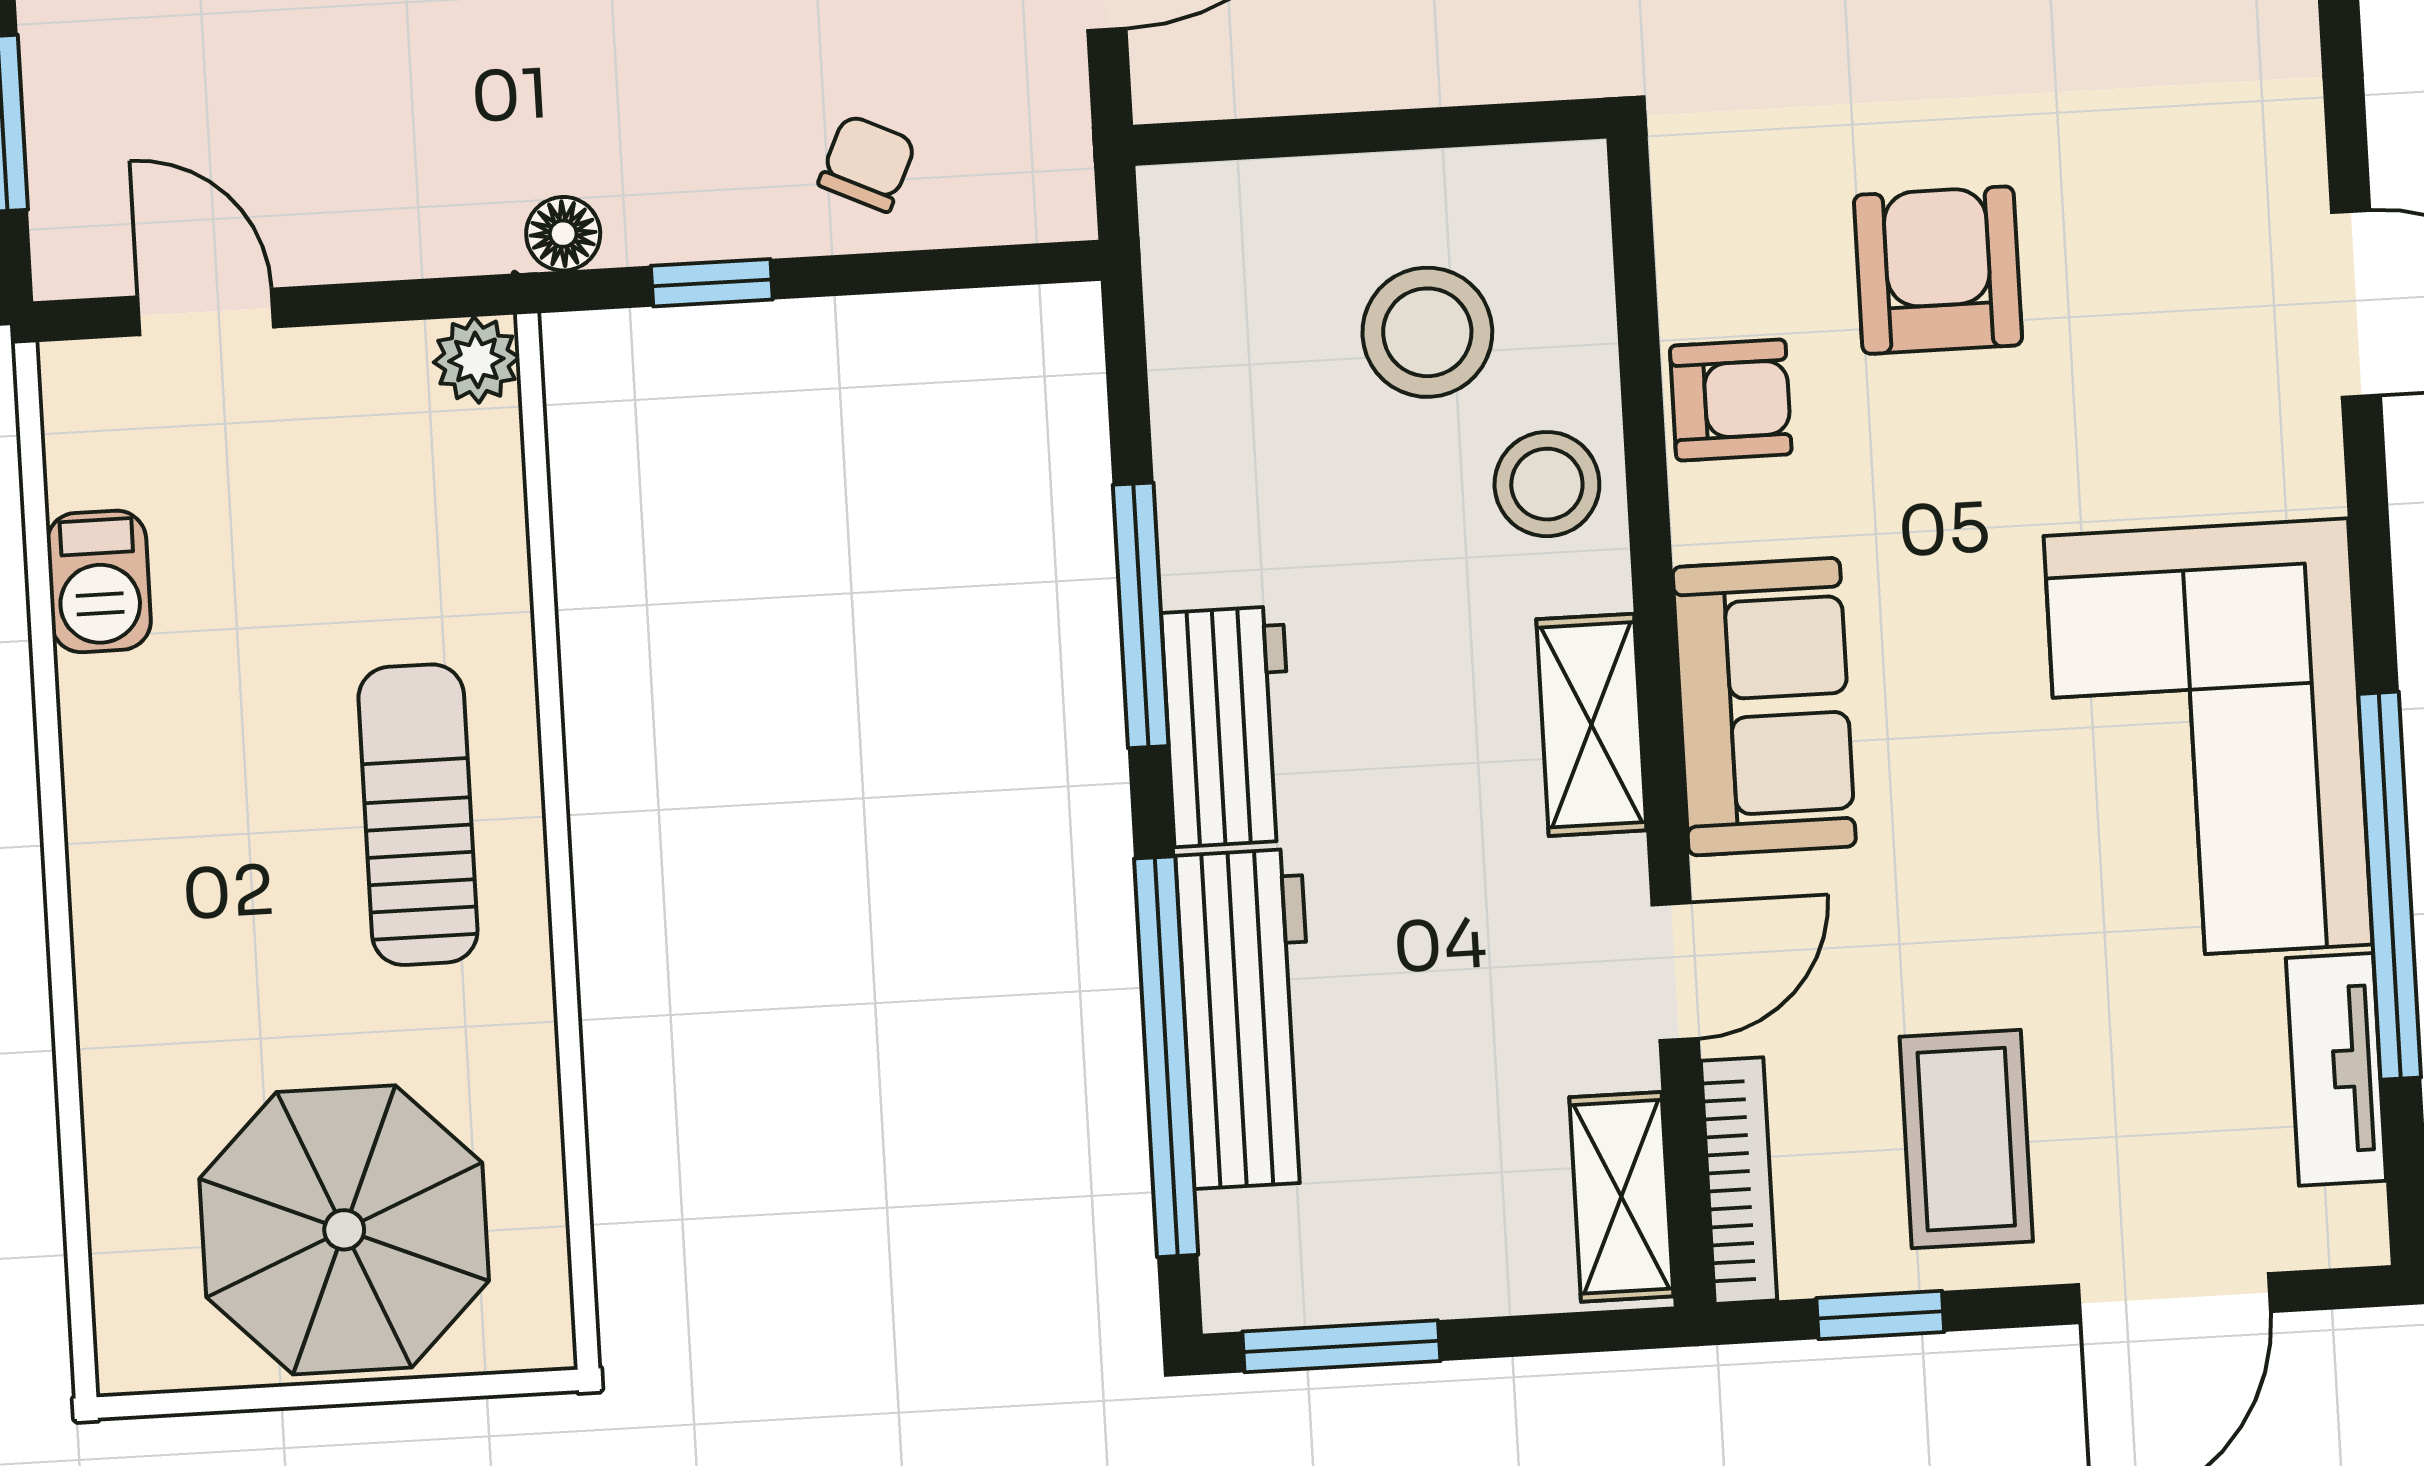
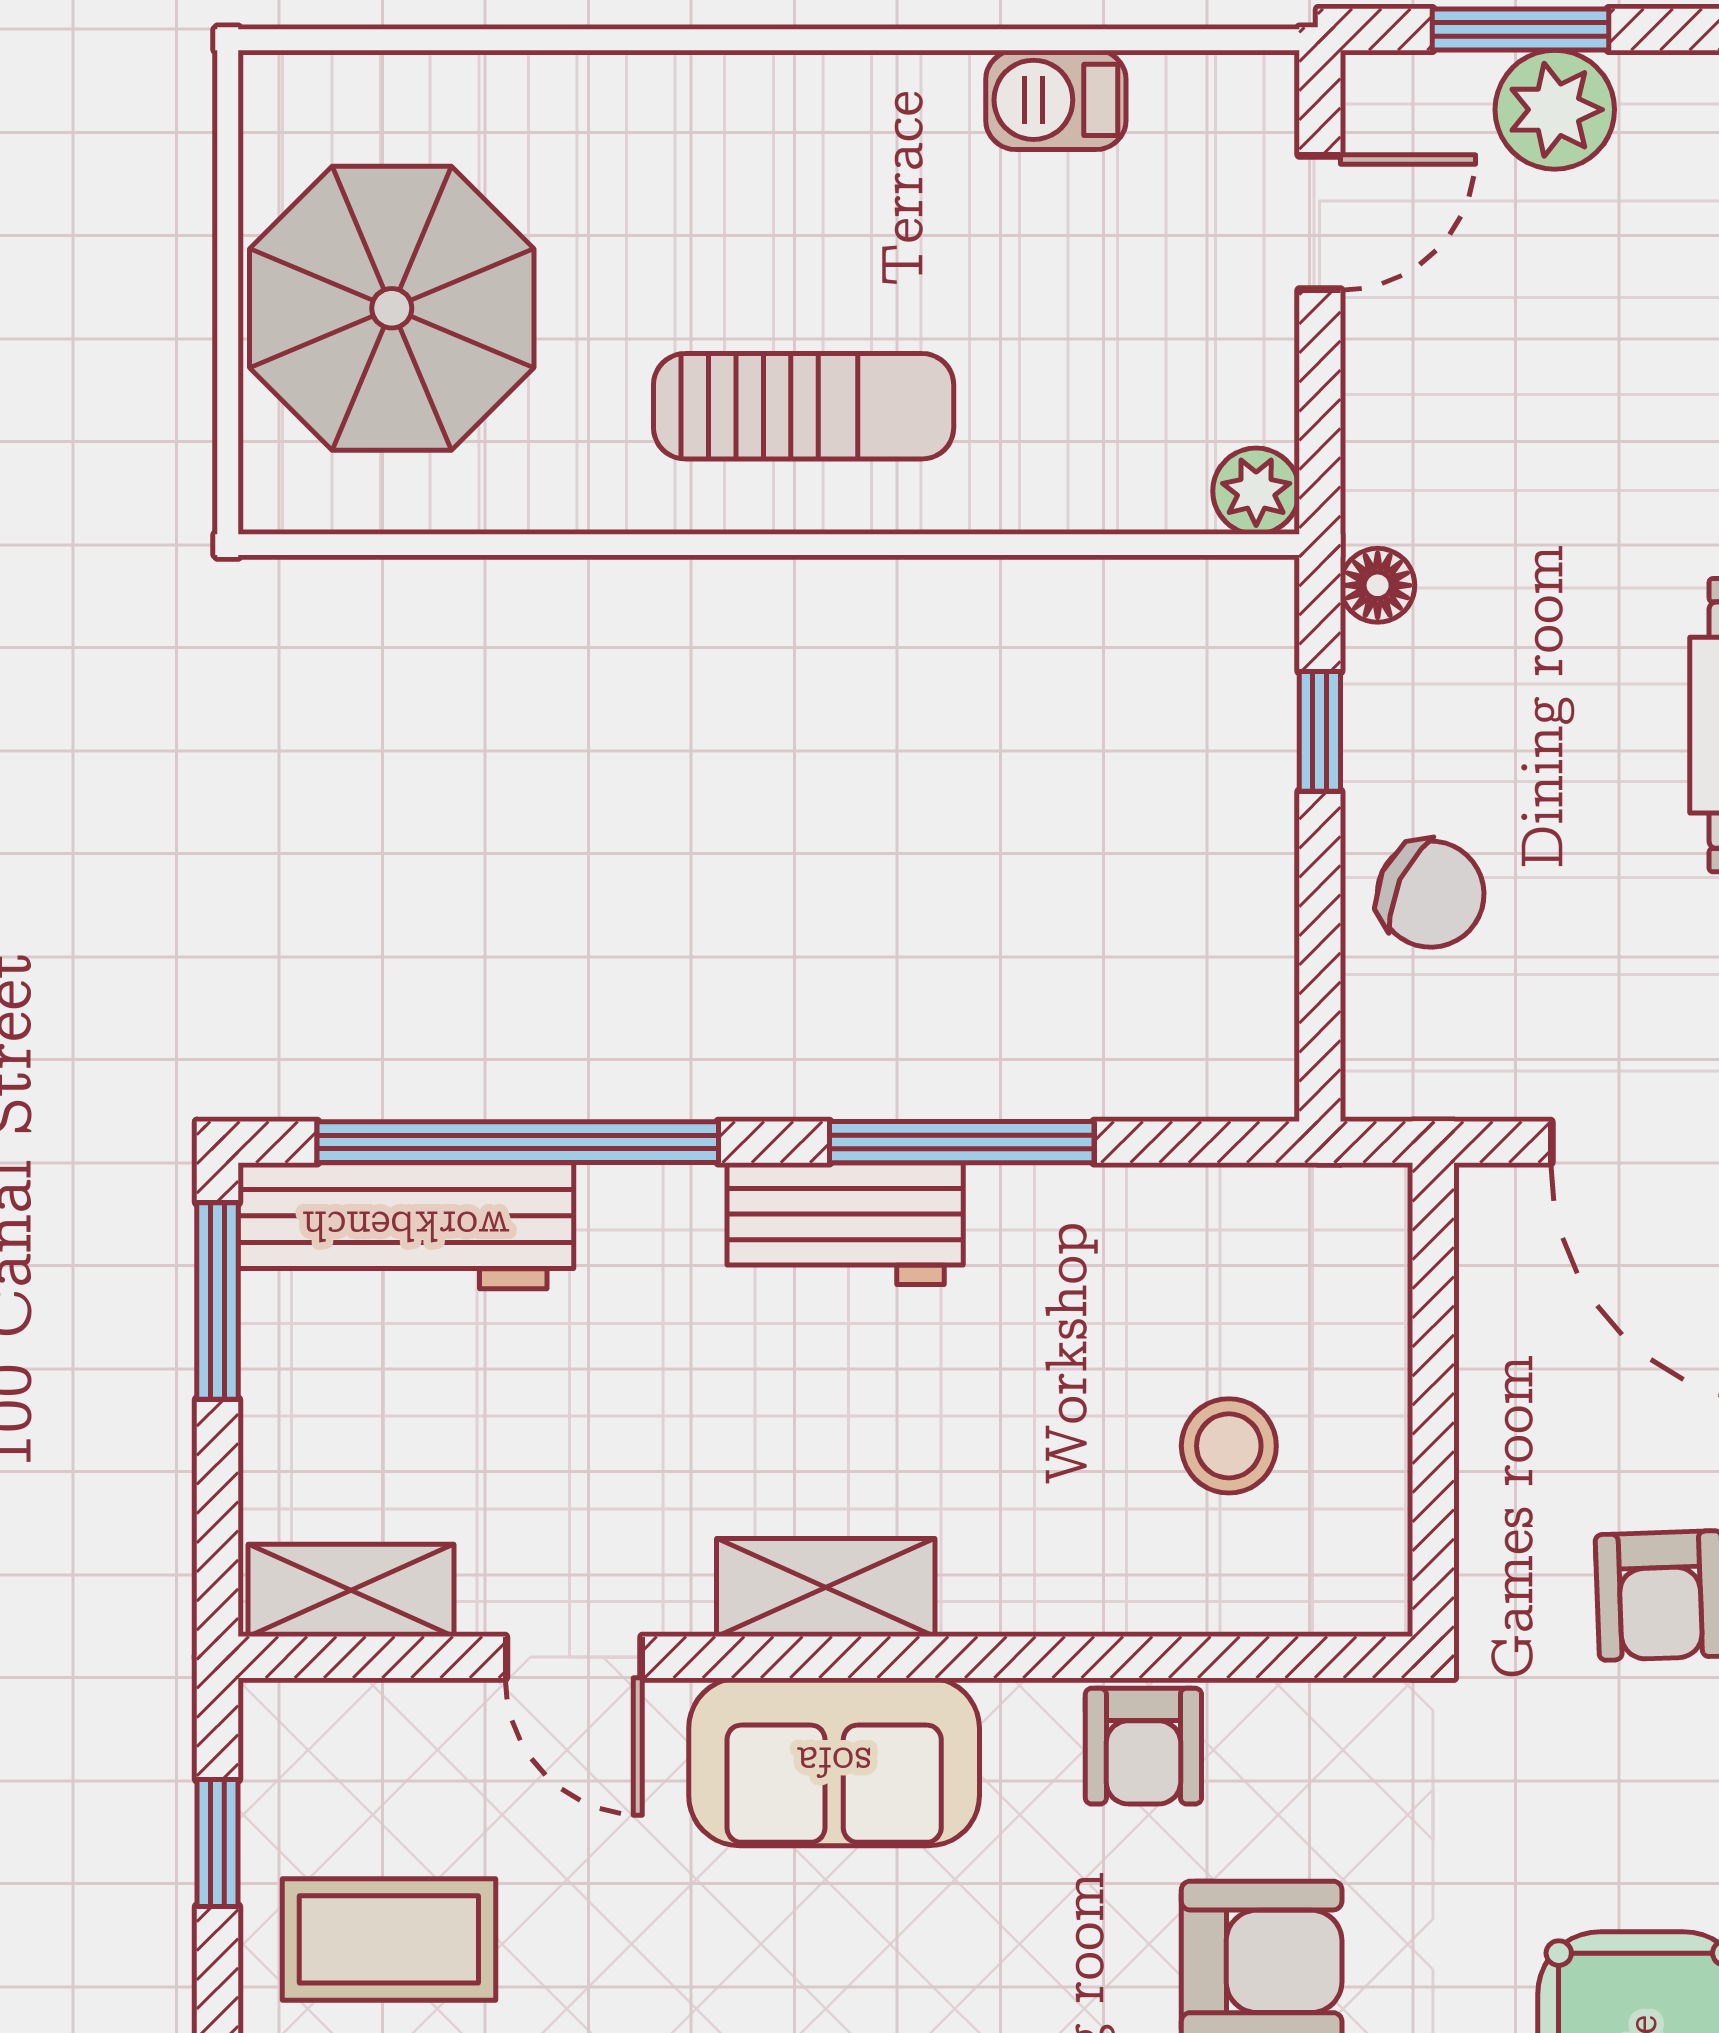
plant: (80, 85) -> (1555, 110), added
chair: (867, 163) -> (1431, 894), width x1.37, depth x1.37
stool: (1427, 332) -> (1229, 1446), width x0.73, depth x0.73
stool: (1547, 484) -> (1070, 1557), removed
workbench: (1247, 1019) -> (406, 1226), moved
bookcase: (1739, 1181) -> (361, 1709), removed

